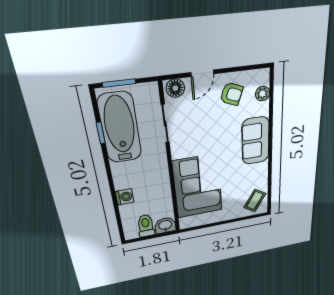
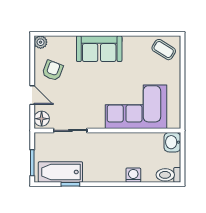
plant: (262, 94) -> (41, 42), moved
bathtub: (120, 128) -> (60, 172), width x0.73, depth x0.73
toilet: (146, 226) -> (168, 175), moved

